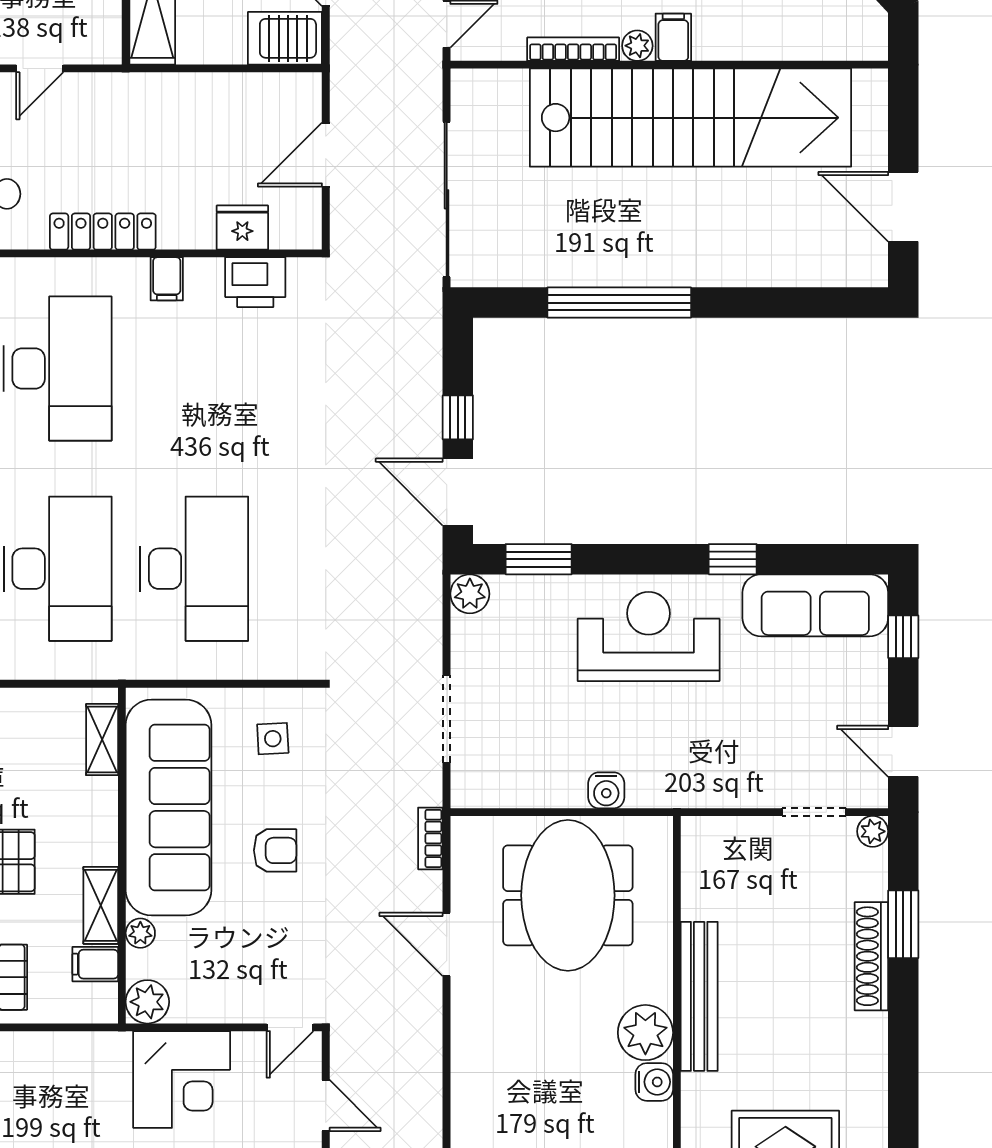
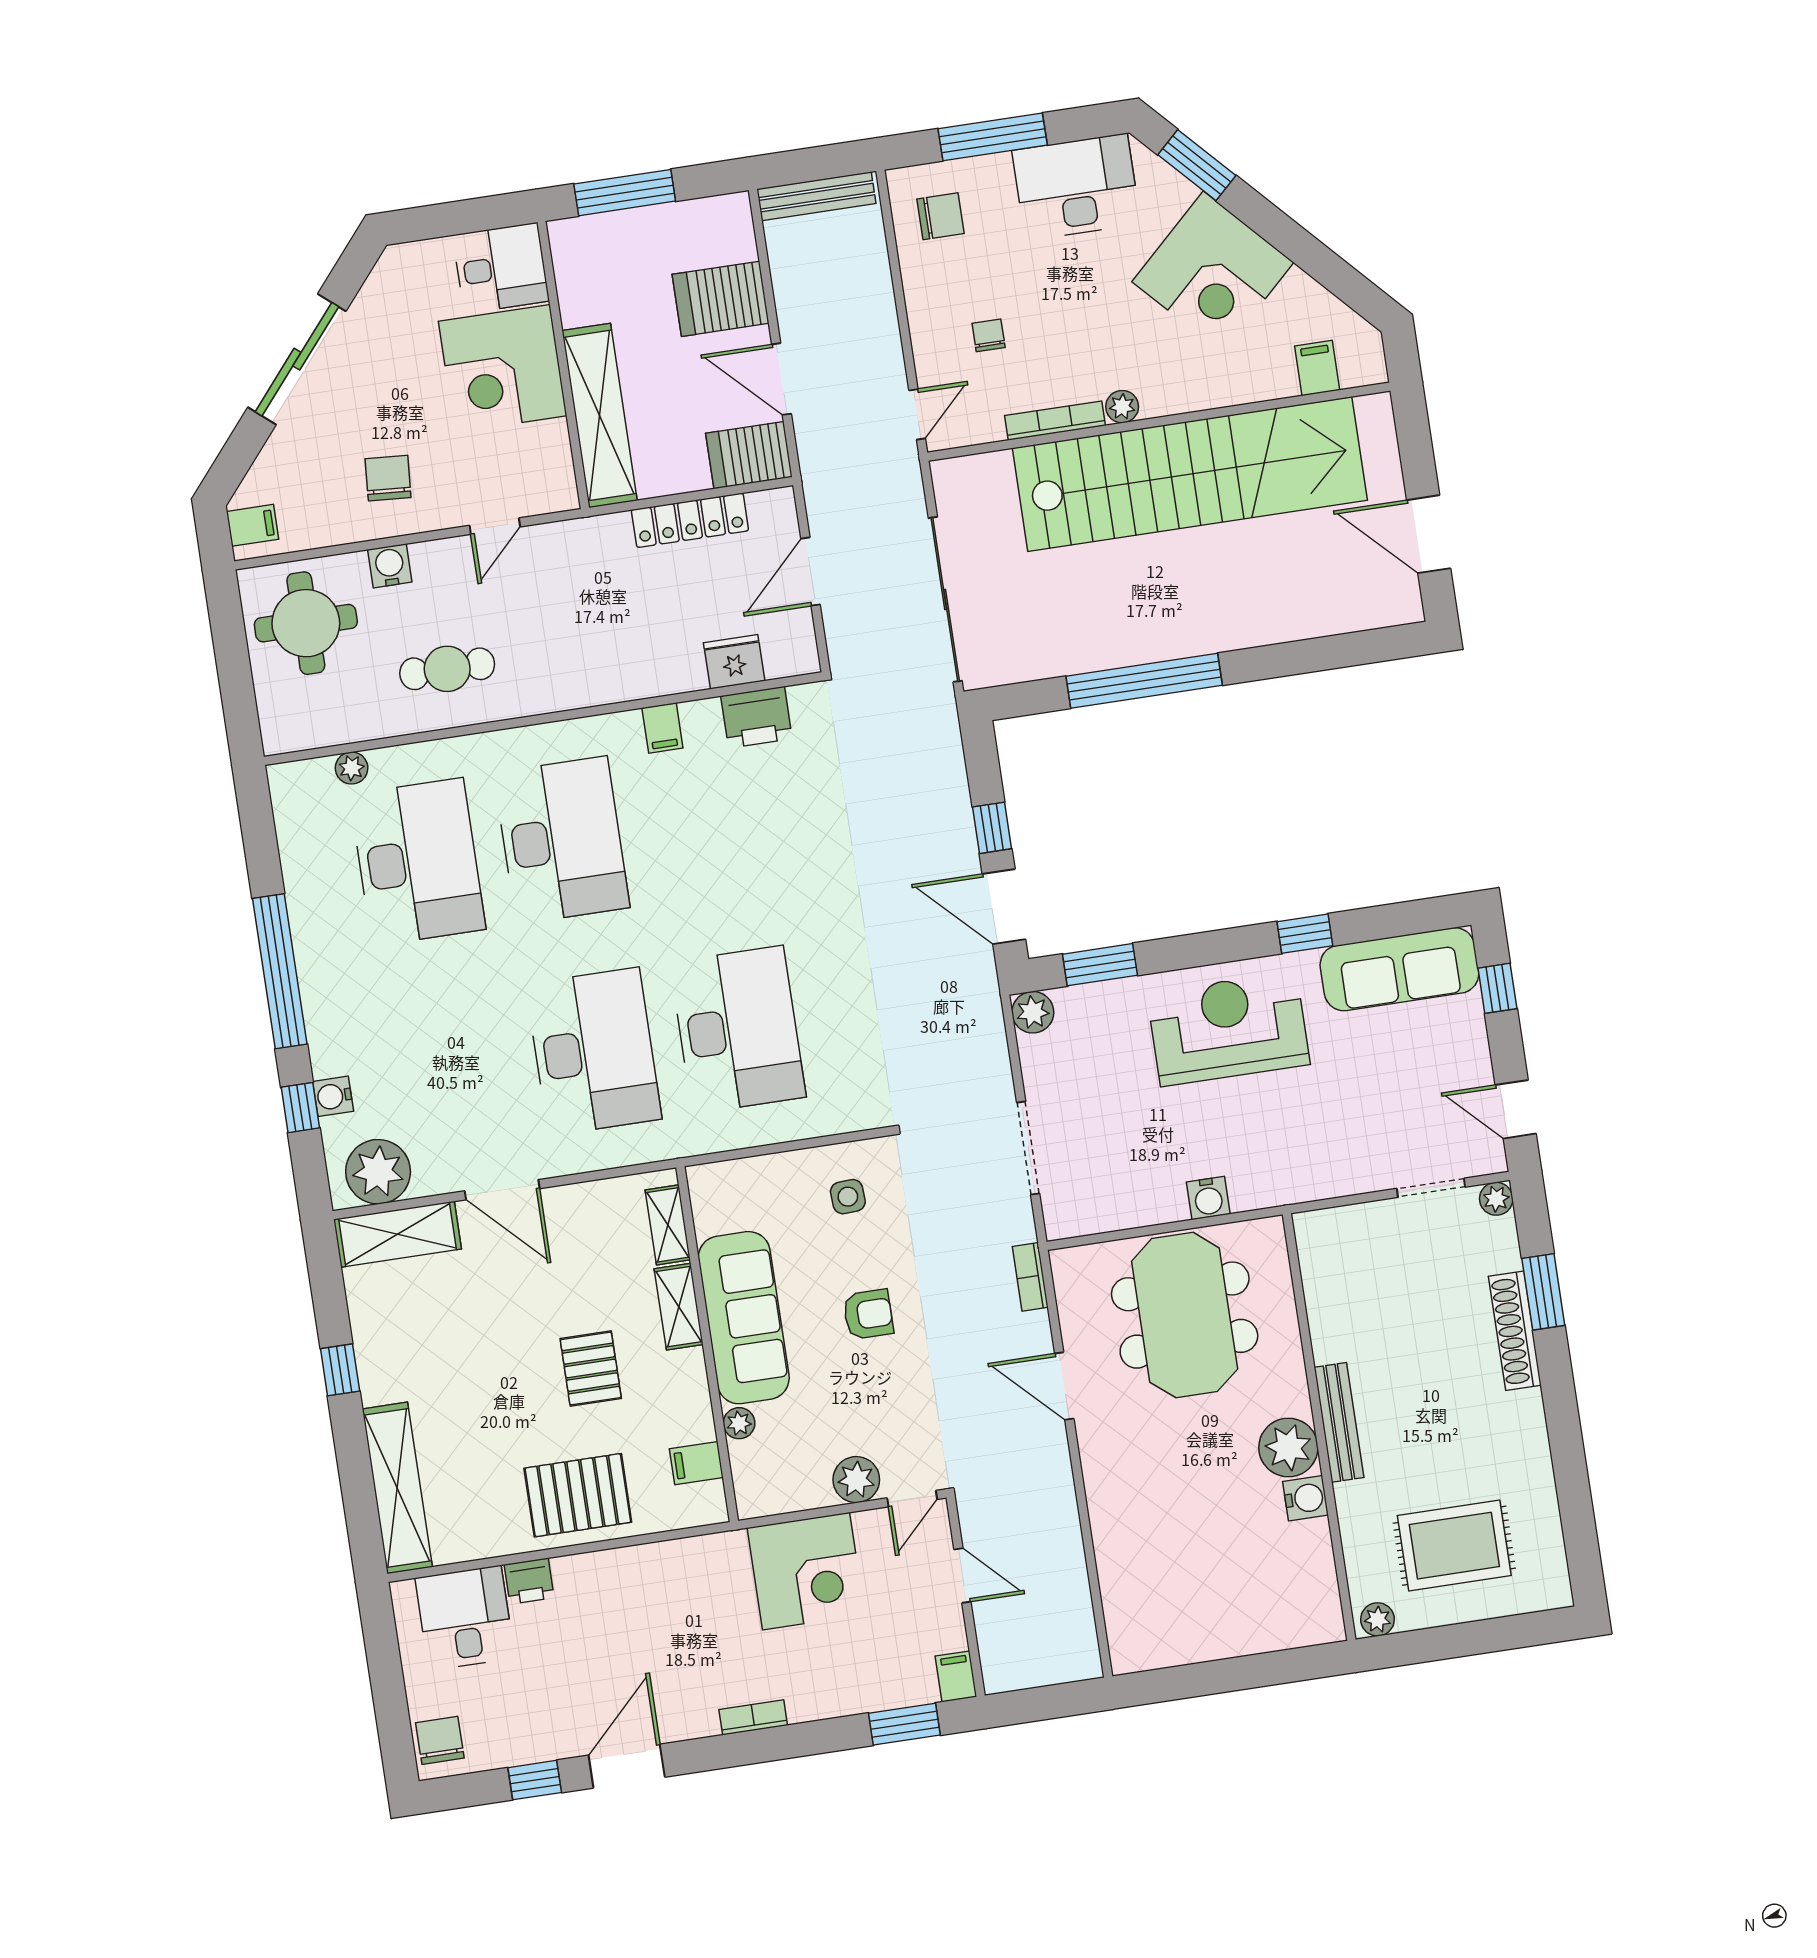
filing cabinet: (673, 37) -> (1317, 368), moved
locker: (103, 232) -> (690, 520), moved, turned 180
sofa: (169, 808) -> (744, 1318), width x0.74, depth x0.79
shelving: (101, 905) -> (679, 1307), moved
bench: (699, 996) -> (1339, 1422), width x0.73, depth x0.82
plant: (147, 1002) -> (856, 1480), moved

